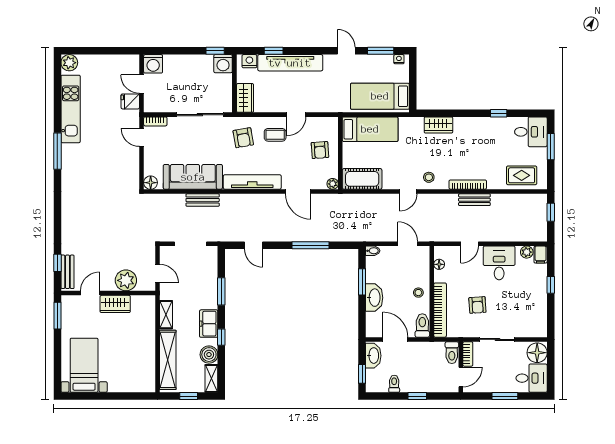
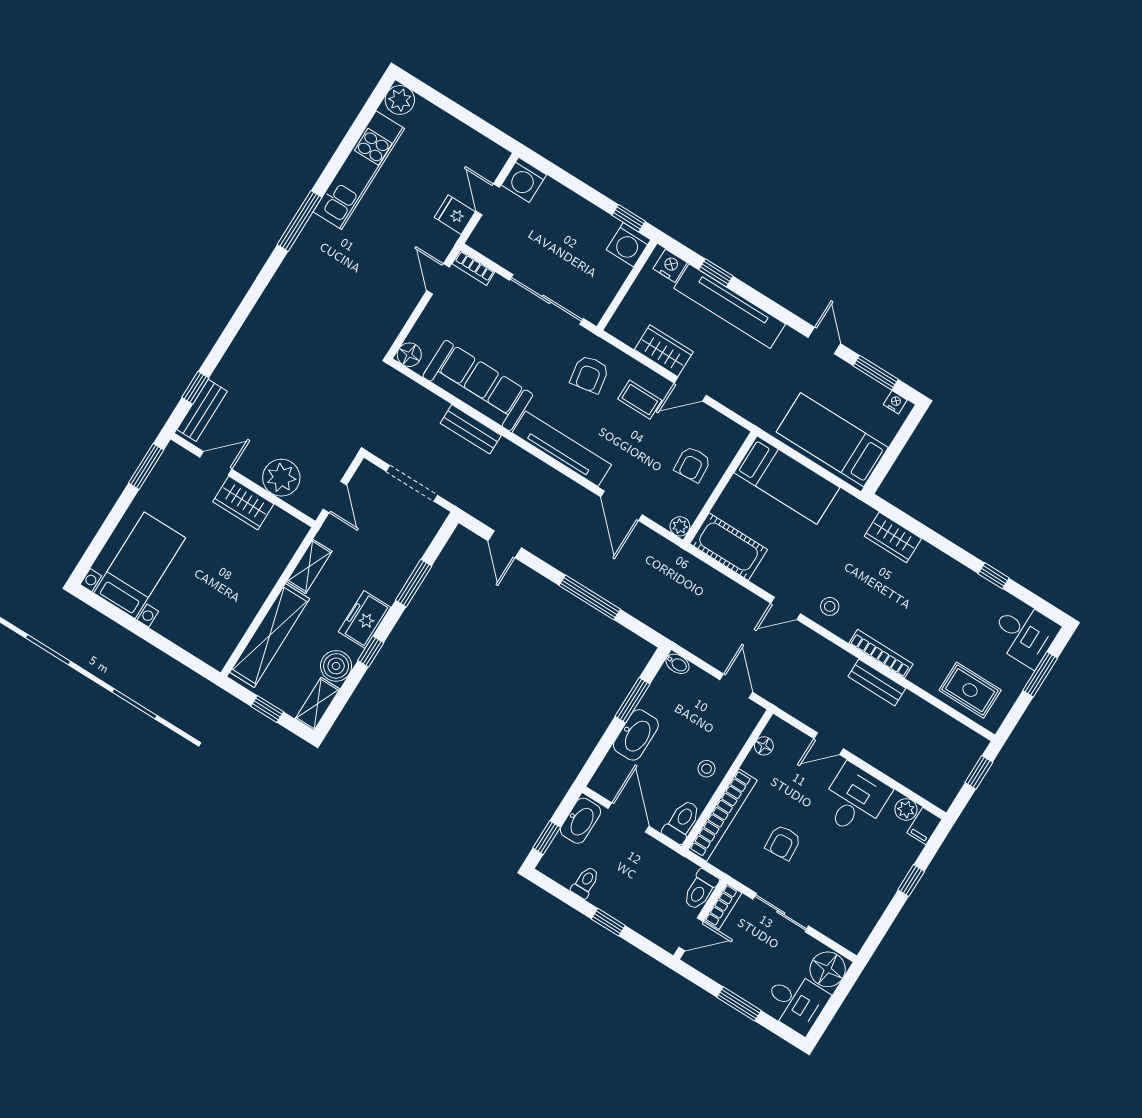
wardrobe: (245, 98) -> (664, 351), moved, turned -90

